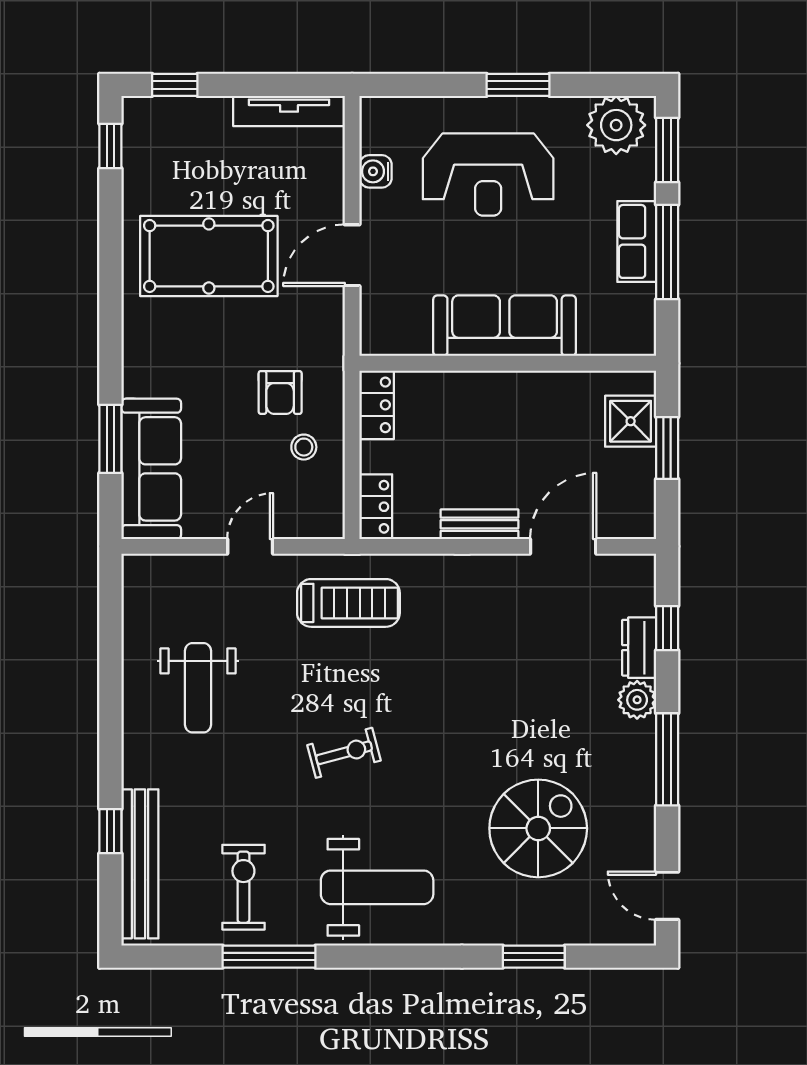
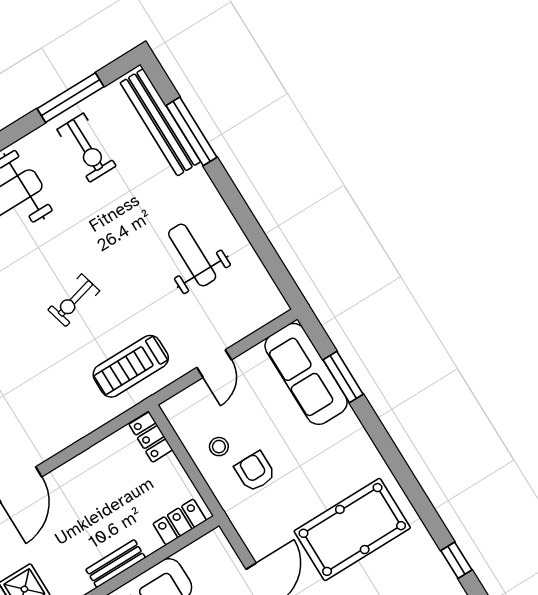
locker: (377, 405) -> (180, 522), moved, turned 90
bench: (479, 524) -> (116, 564), moved
exercise bike: (344, 753) -> (74, 300), moved
window: (110, 831) -> (192, 131), width x2.17
window: (269, 957) -> (70, 98), moved

